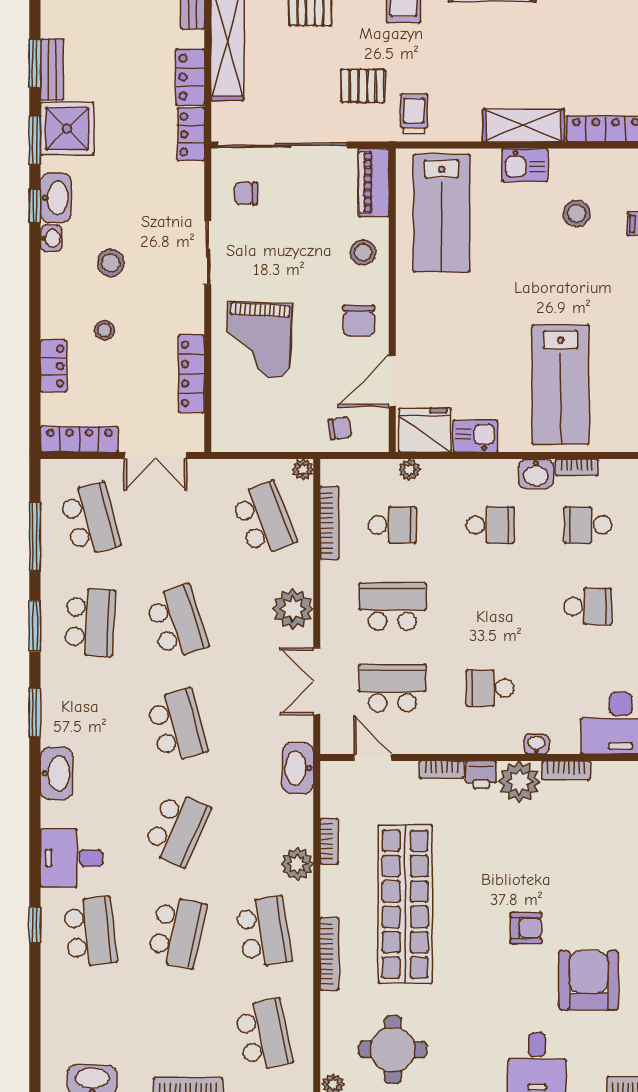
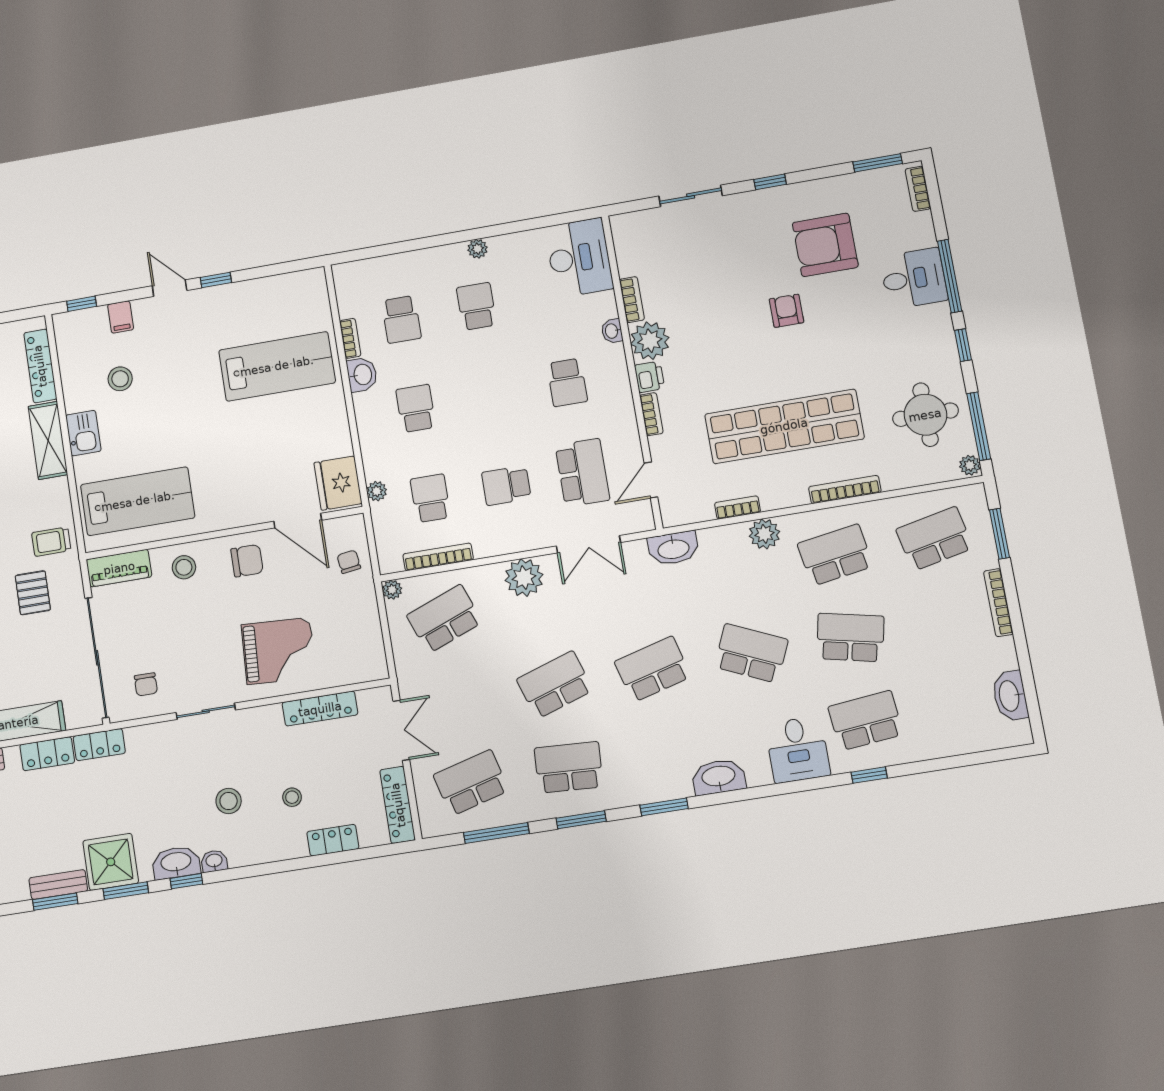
kitchen sink: (475, 436) -> (336, 436), removed
school desk: (392, 606) -> (506, 485), width x0.54
school desk: (392, 688) -> (583, 473), turned 180

